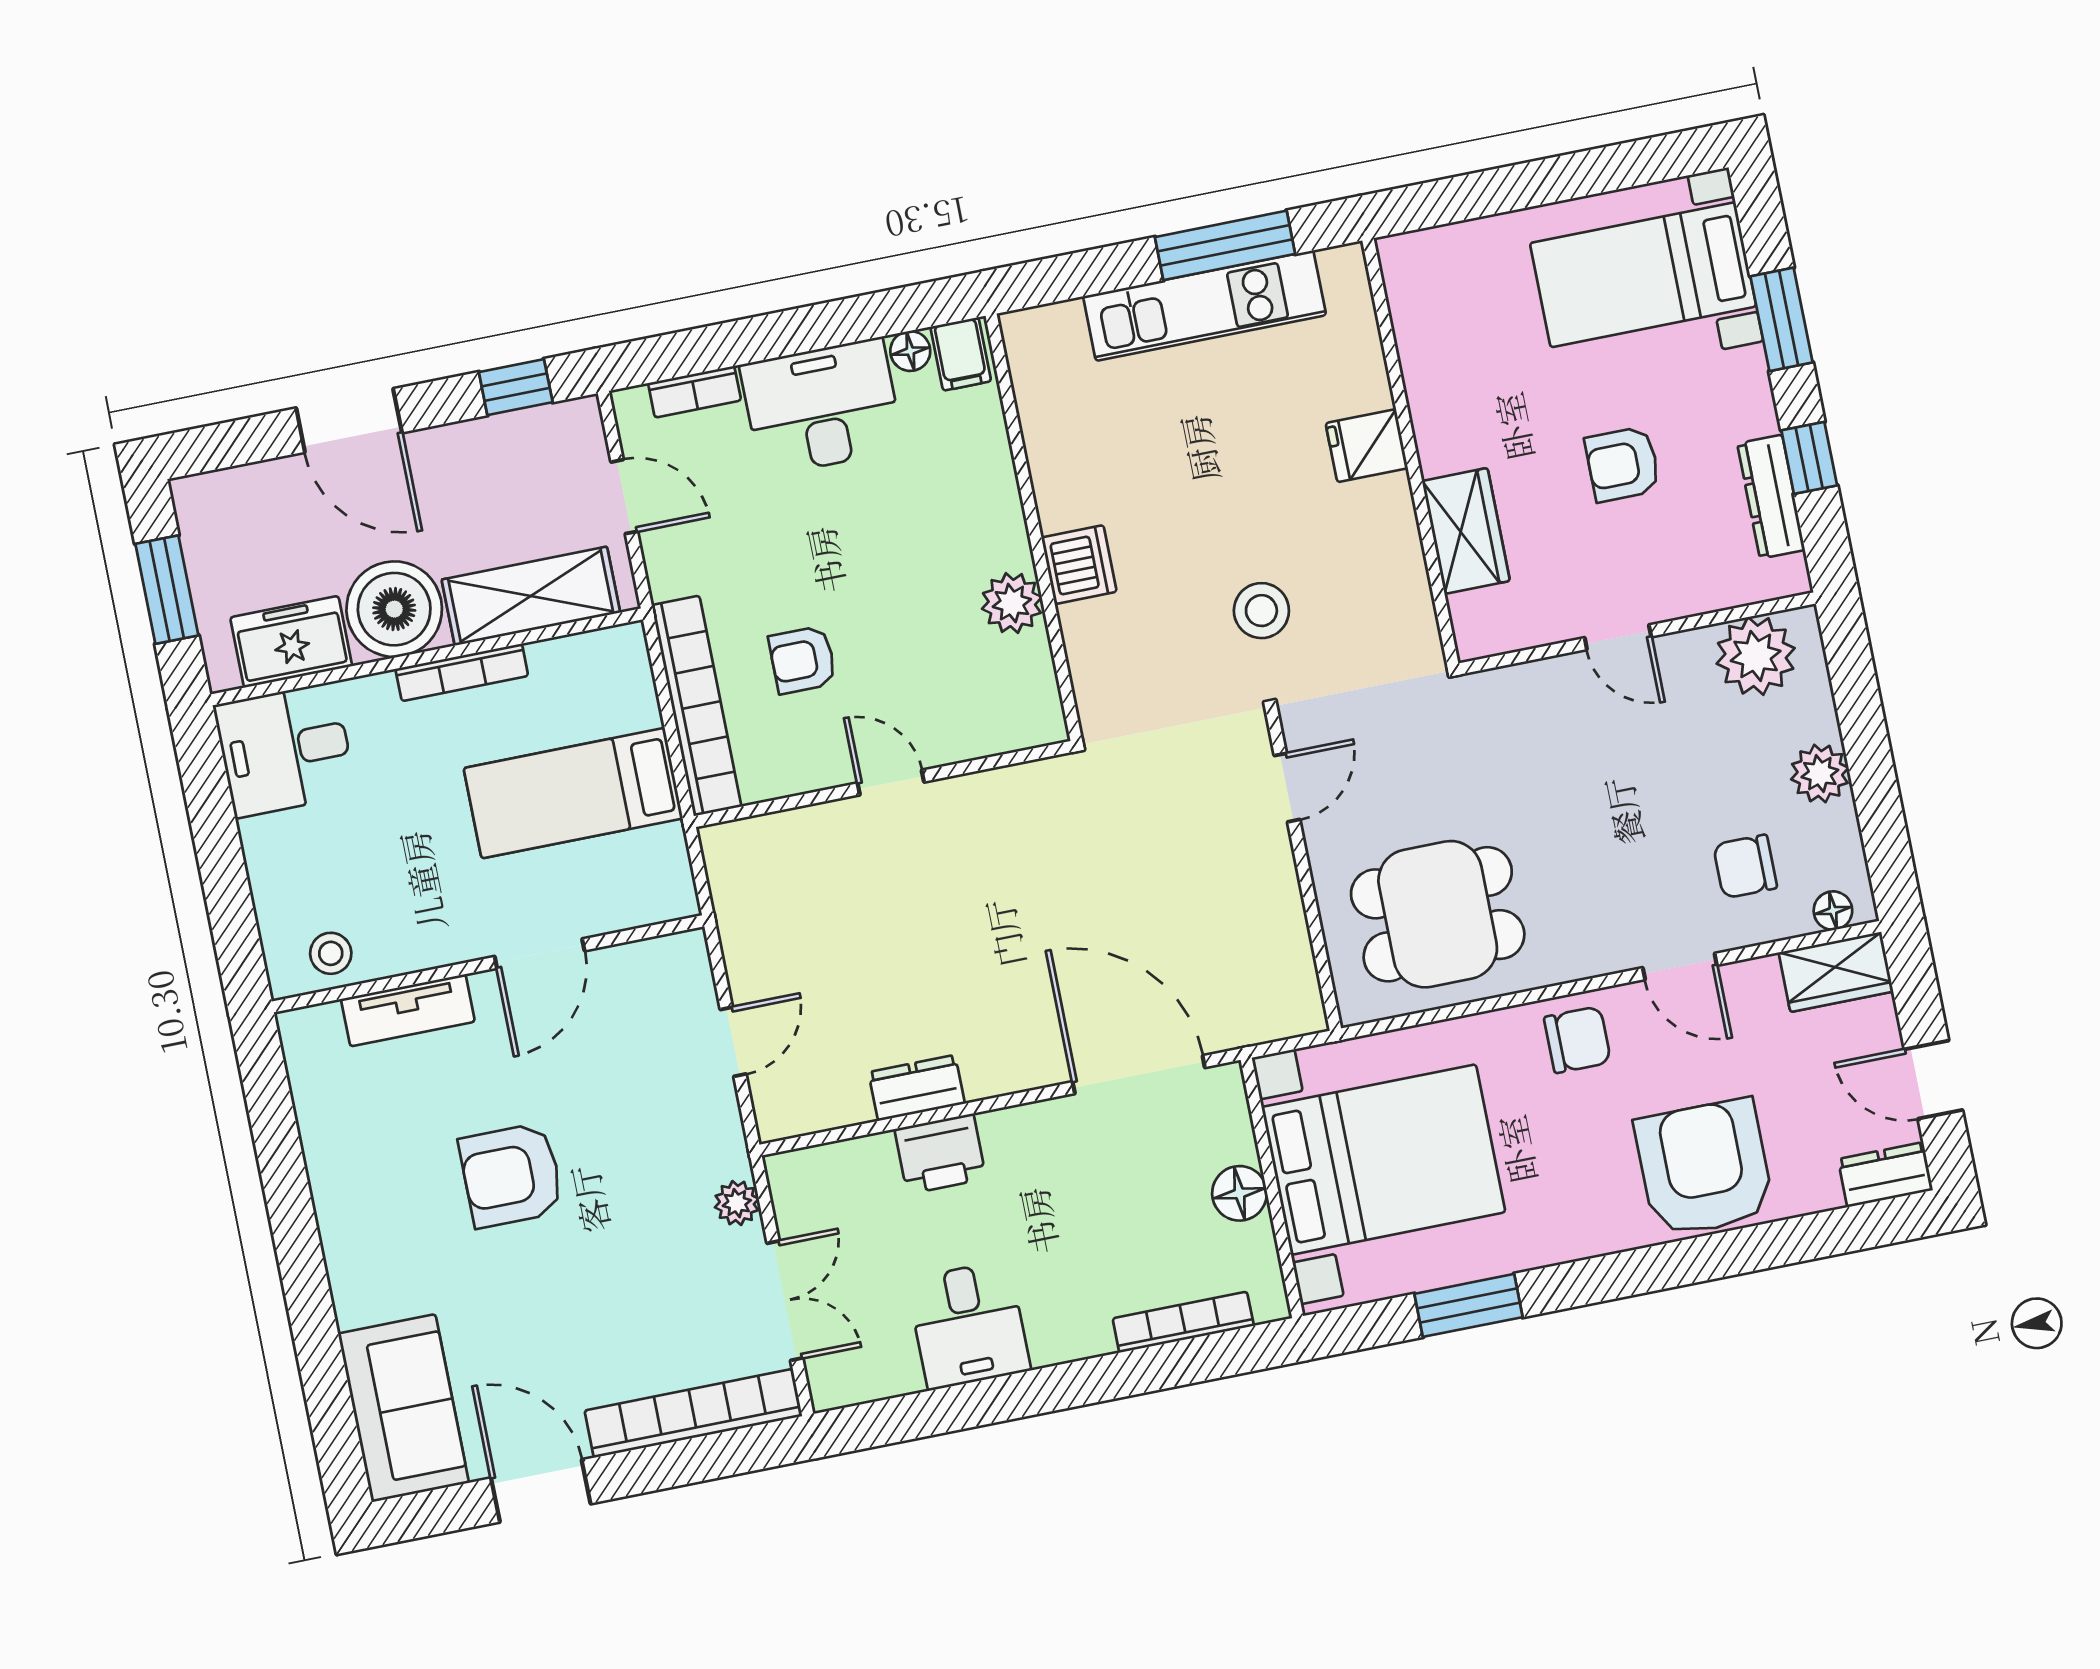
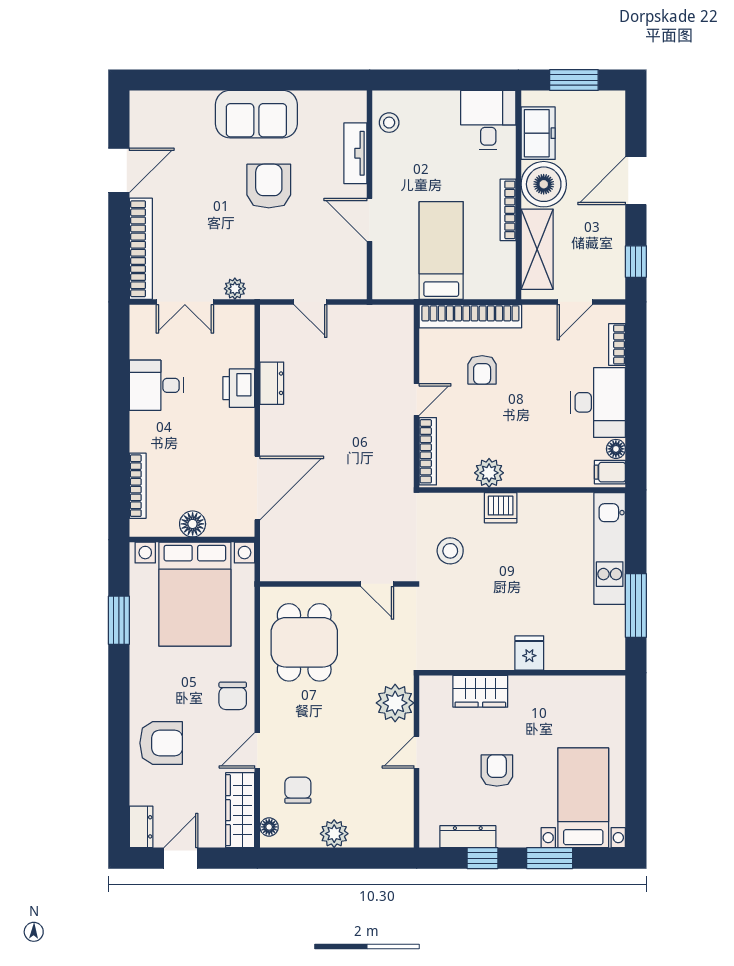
kitchen unit: (1205, 306) -> (610, 548), moved
stool: (1261, 611) -> (450, 551), moved
plant: (1756, 656) -> (395, 703), moved
armchair: (803, 660) -> (482, 370), turned 180
bookcase: (993, 738) -> (428, 451), added
wardrobe: (1836, 972) -> (240, 810), width x1.50
armchair: (1704, 1168) -> (161, 743), width x0.73, depth x0.73
sofa: (403, 1408) -> (256, 114), moved

